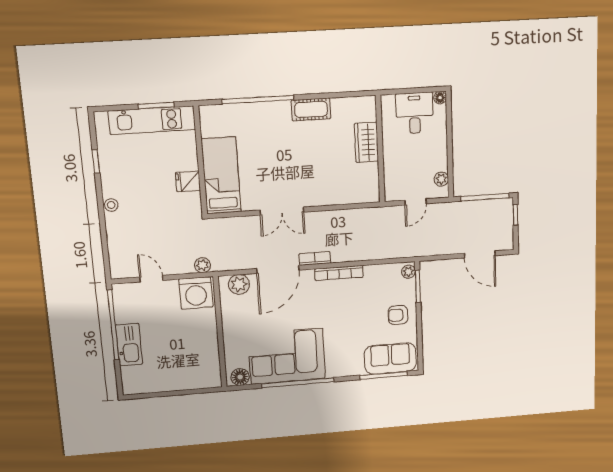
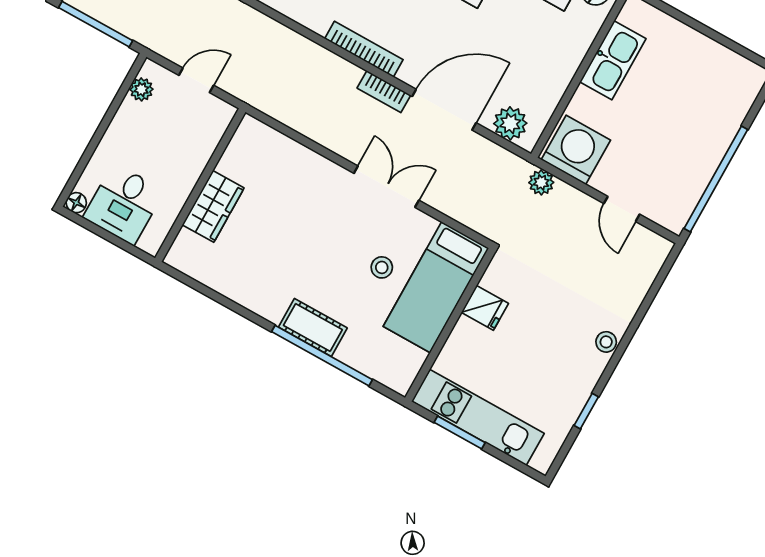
cot: (311, 109) -> (313, 327), moved
stool: (257, 167) -> (382, 267), added
kitchen sink: (129, 345) -> (613, 60), moved, turned 180

